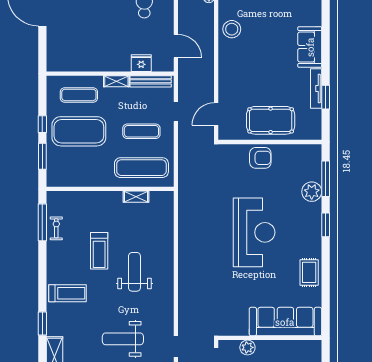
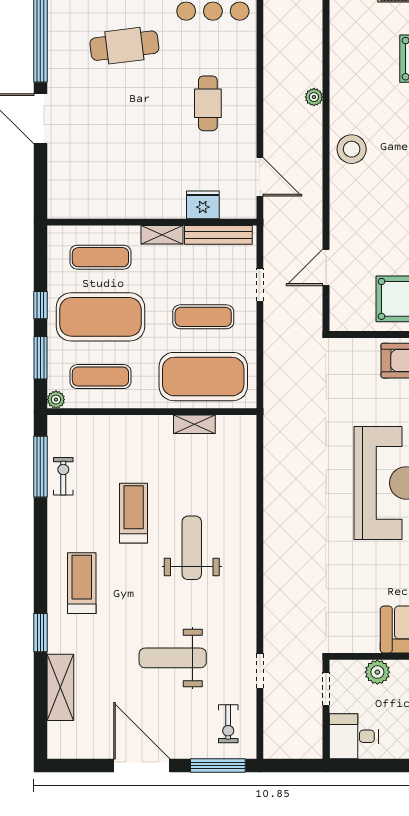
door: (216, 114) -> (326, 267), moved
exercise mat: (79, 168) -> (100, 377), added
exercise mat: (141, 168) -> (203, 377), width x1.47
plant: (52, 182) -> (56, 400), added
treadmill: (99, 251) -> (134, 513), turned 180
treadmill: (68, 293) -> (82, 583), turned -90

